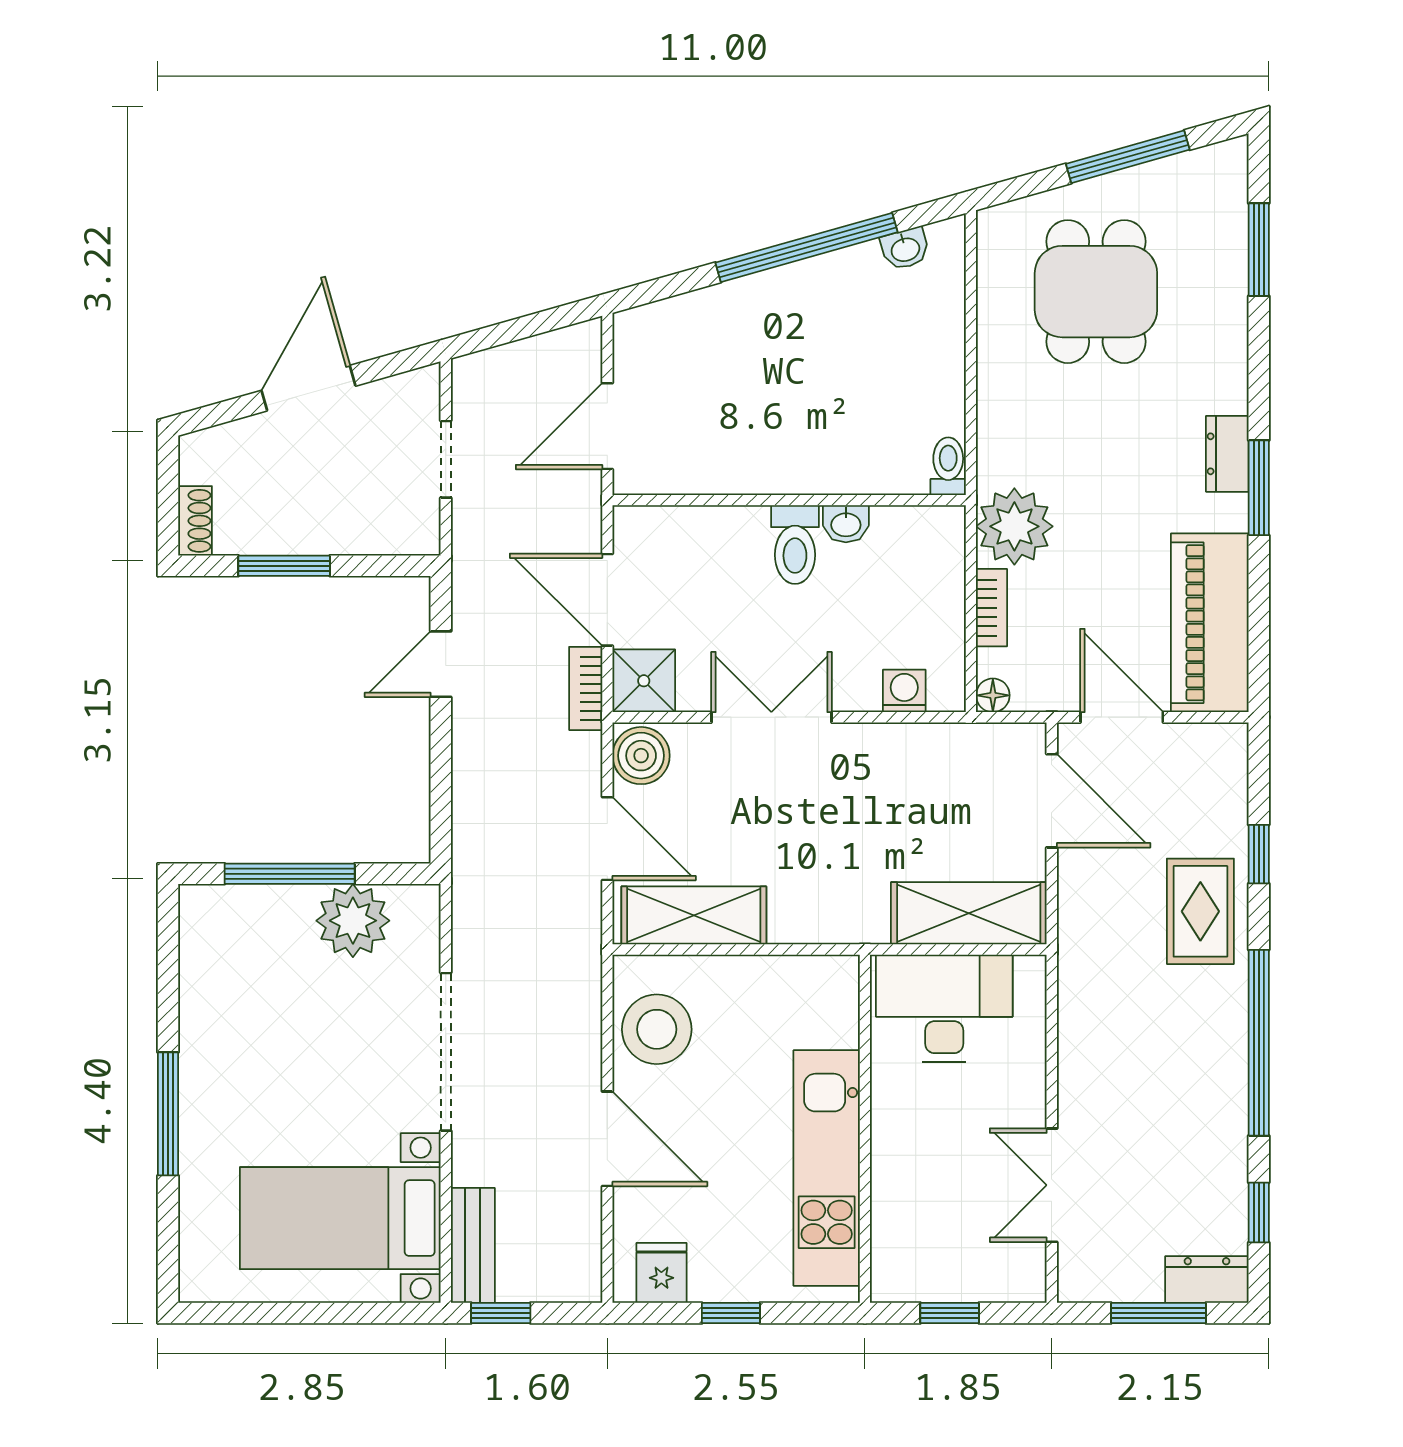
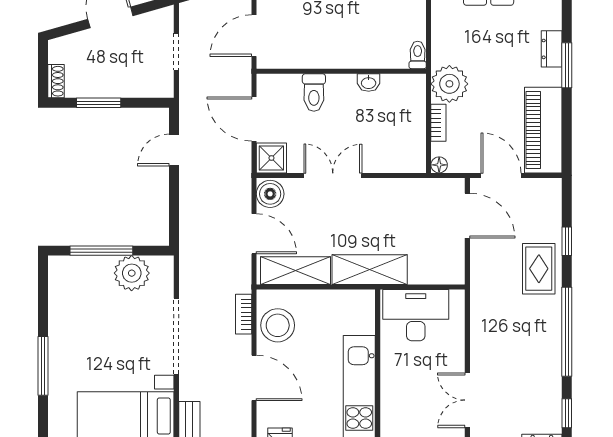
toilet: (795, 545) -> (314, 93), moved
bookcase: (586, 688) -> (244, 314), moved
washing machine: (904, 691) -> (397, 163), removed
shelving: (969, 913) -> (370, 270), moved

